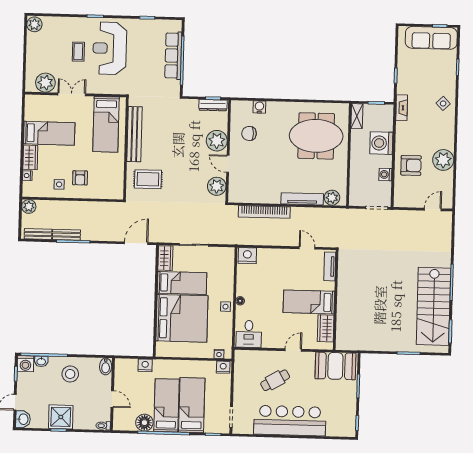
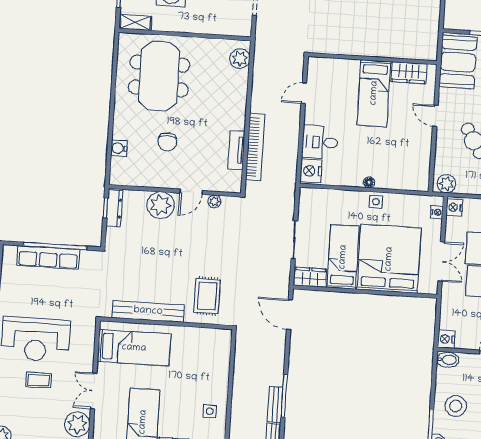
chair: (249, 133) -> (167, 142), moved
armchair: (80, 178) -> (202, 384), removed
plant: (217, 186) -> (214, 201), width x0.53, depth x0.53
tv unit: (302, 199) -> (236, 150), moved, width x0.71
tv unit: (330, 266) -> (329, 65), removed
desk: (249, 334) -> (320, 142), moved, turned 180
double door: (181, 359) -> (441, 262), added
plant: (241, 360) -> (446, 184), added
nightstand: (145, 365) -> (446, 339), moved

